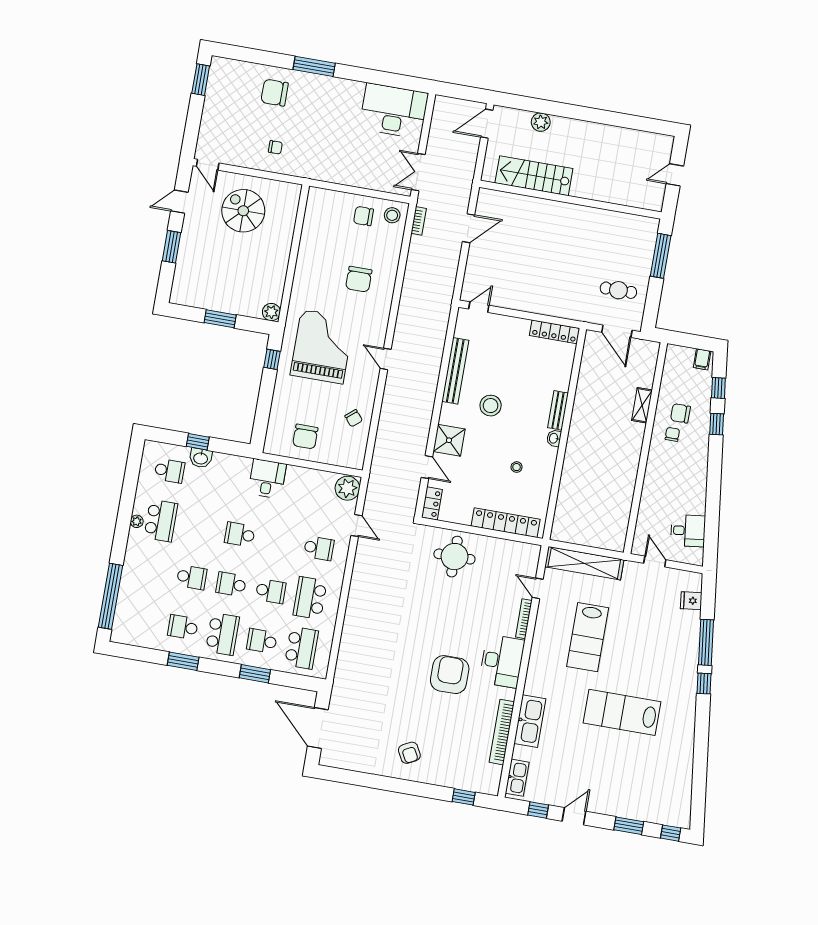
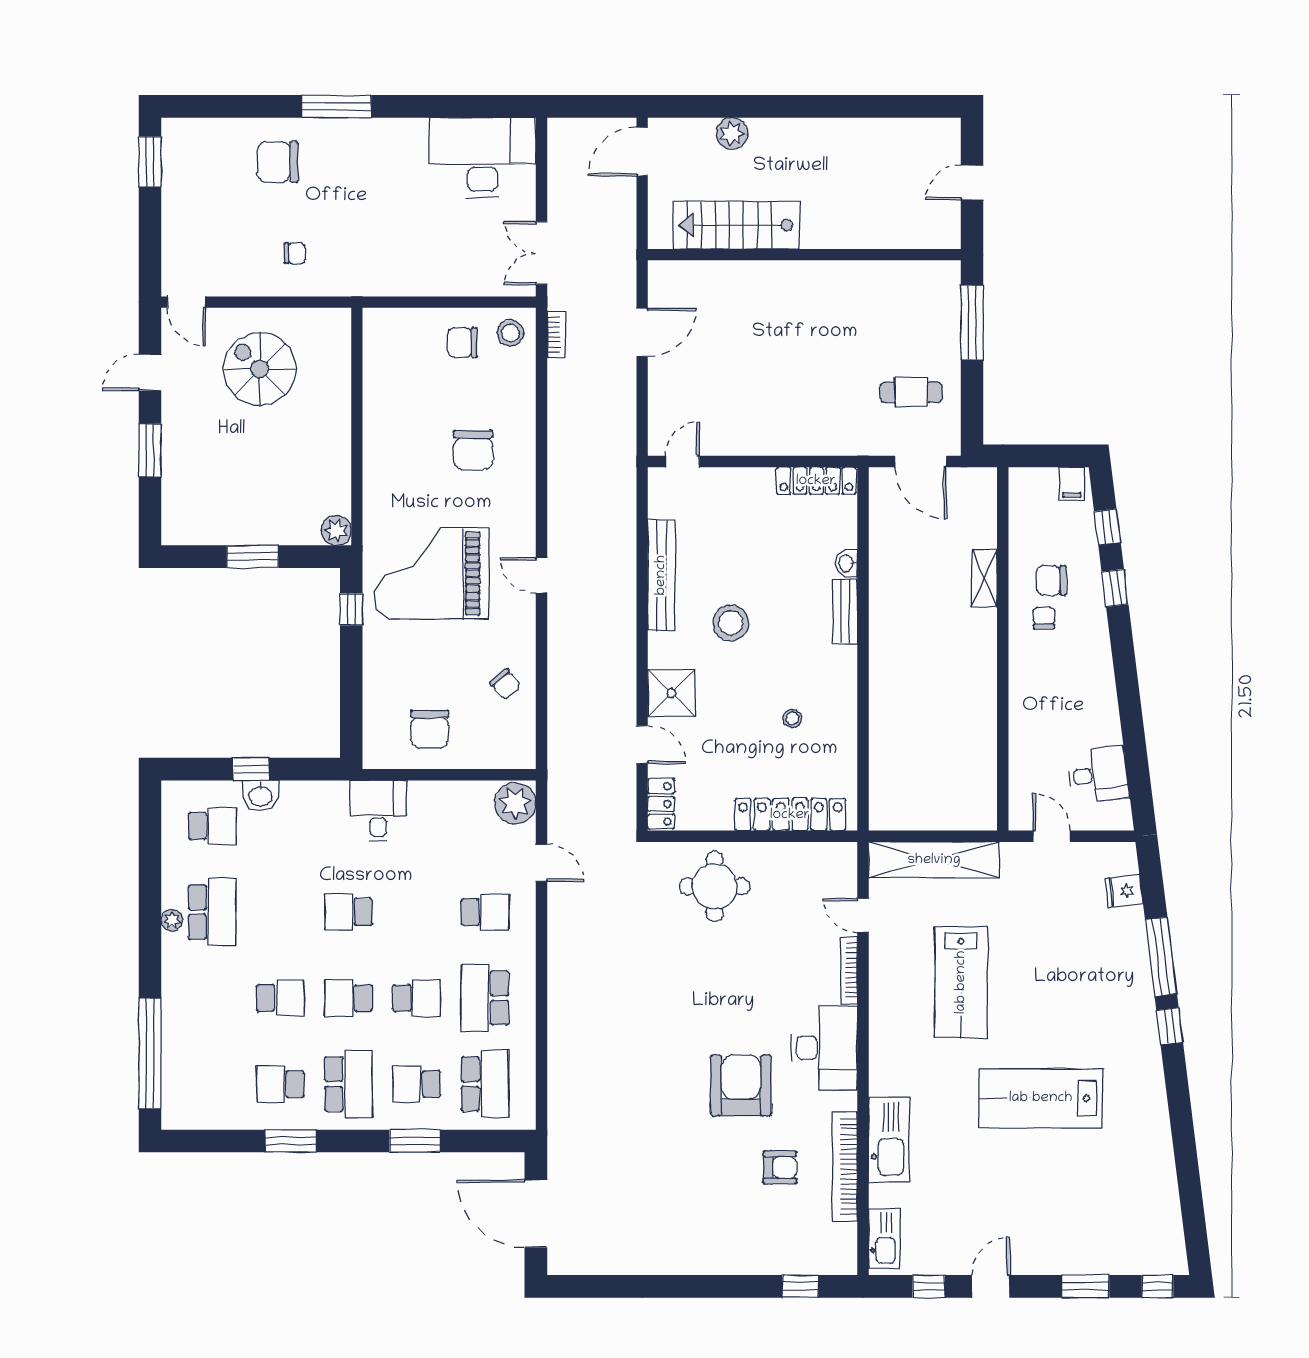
grand piano: (322, 347) -> (431, 573), turned -90
washbasin: (554, 438) -> (847, 563), moved
armchair: (409, 753) -> (780, 1167), moved, turned -62

